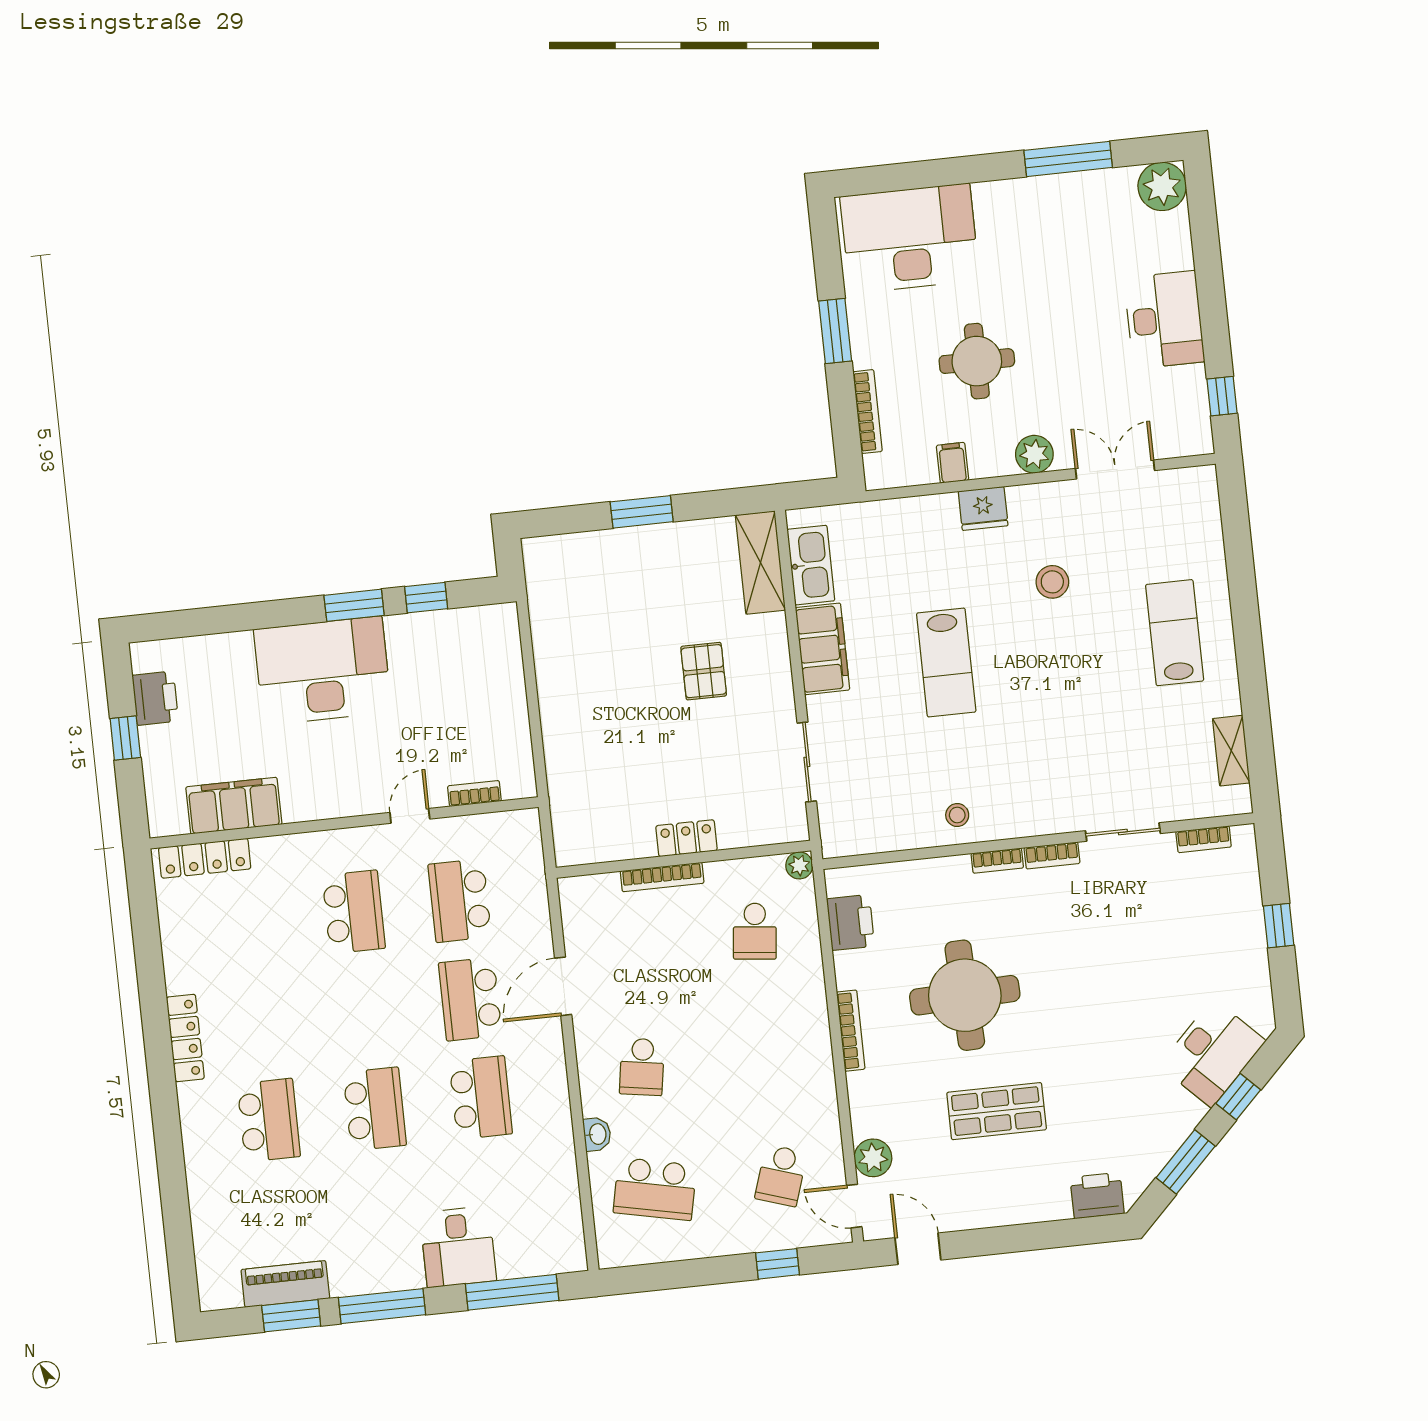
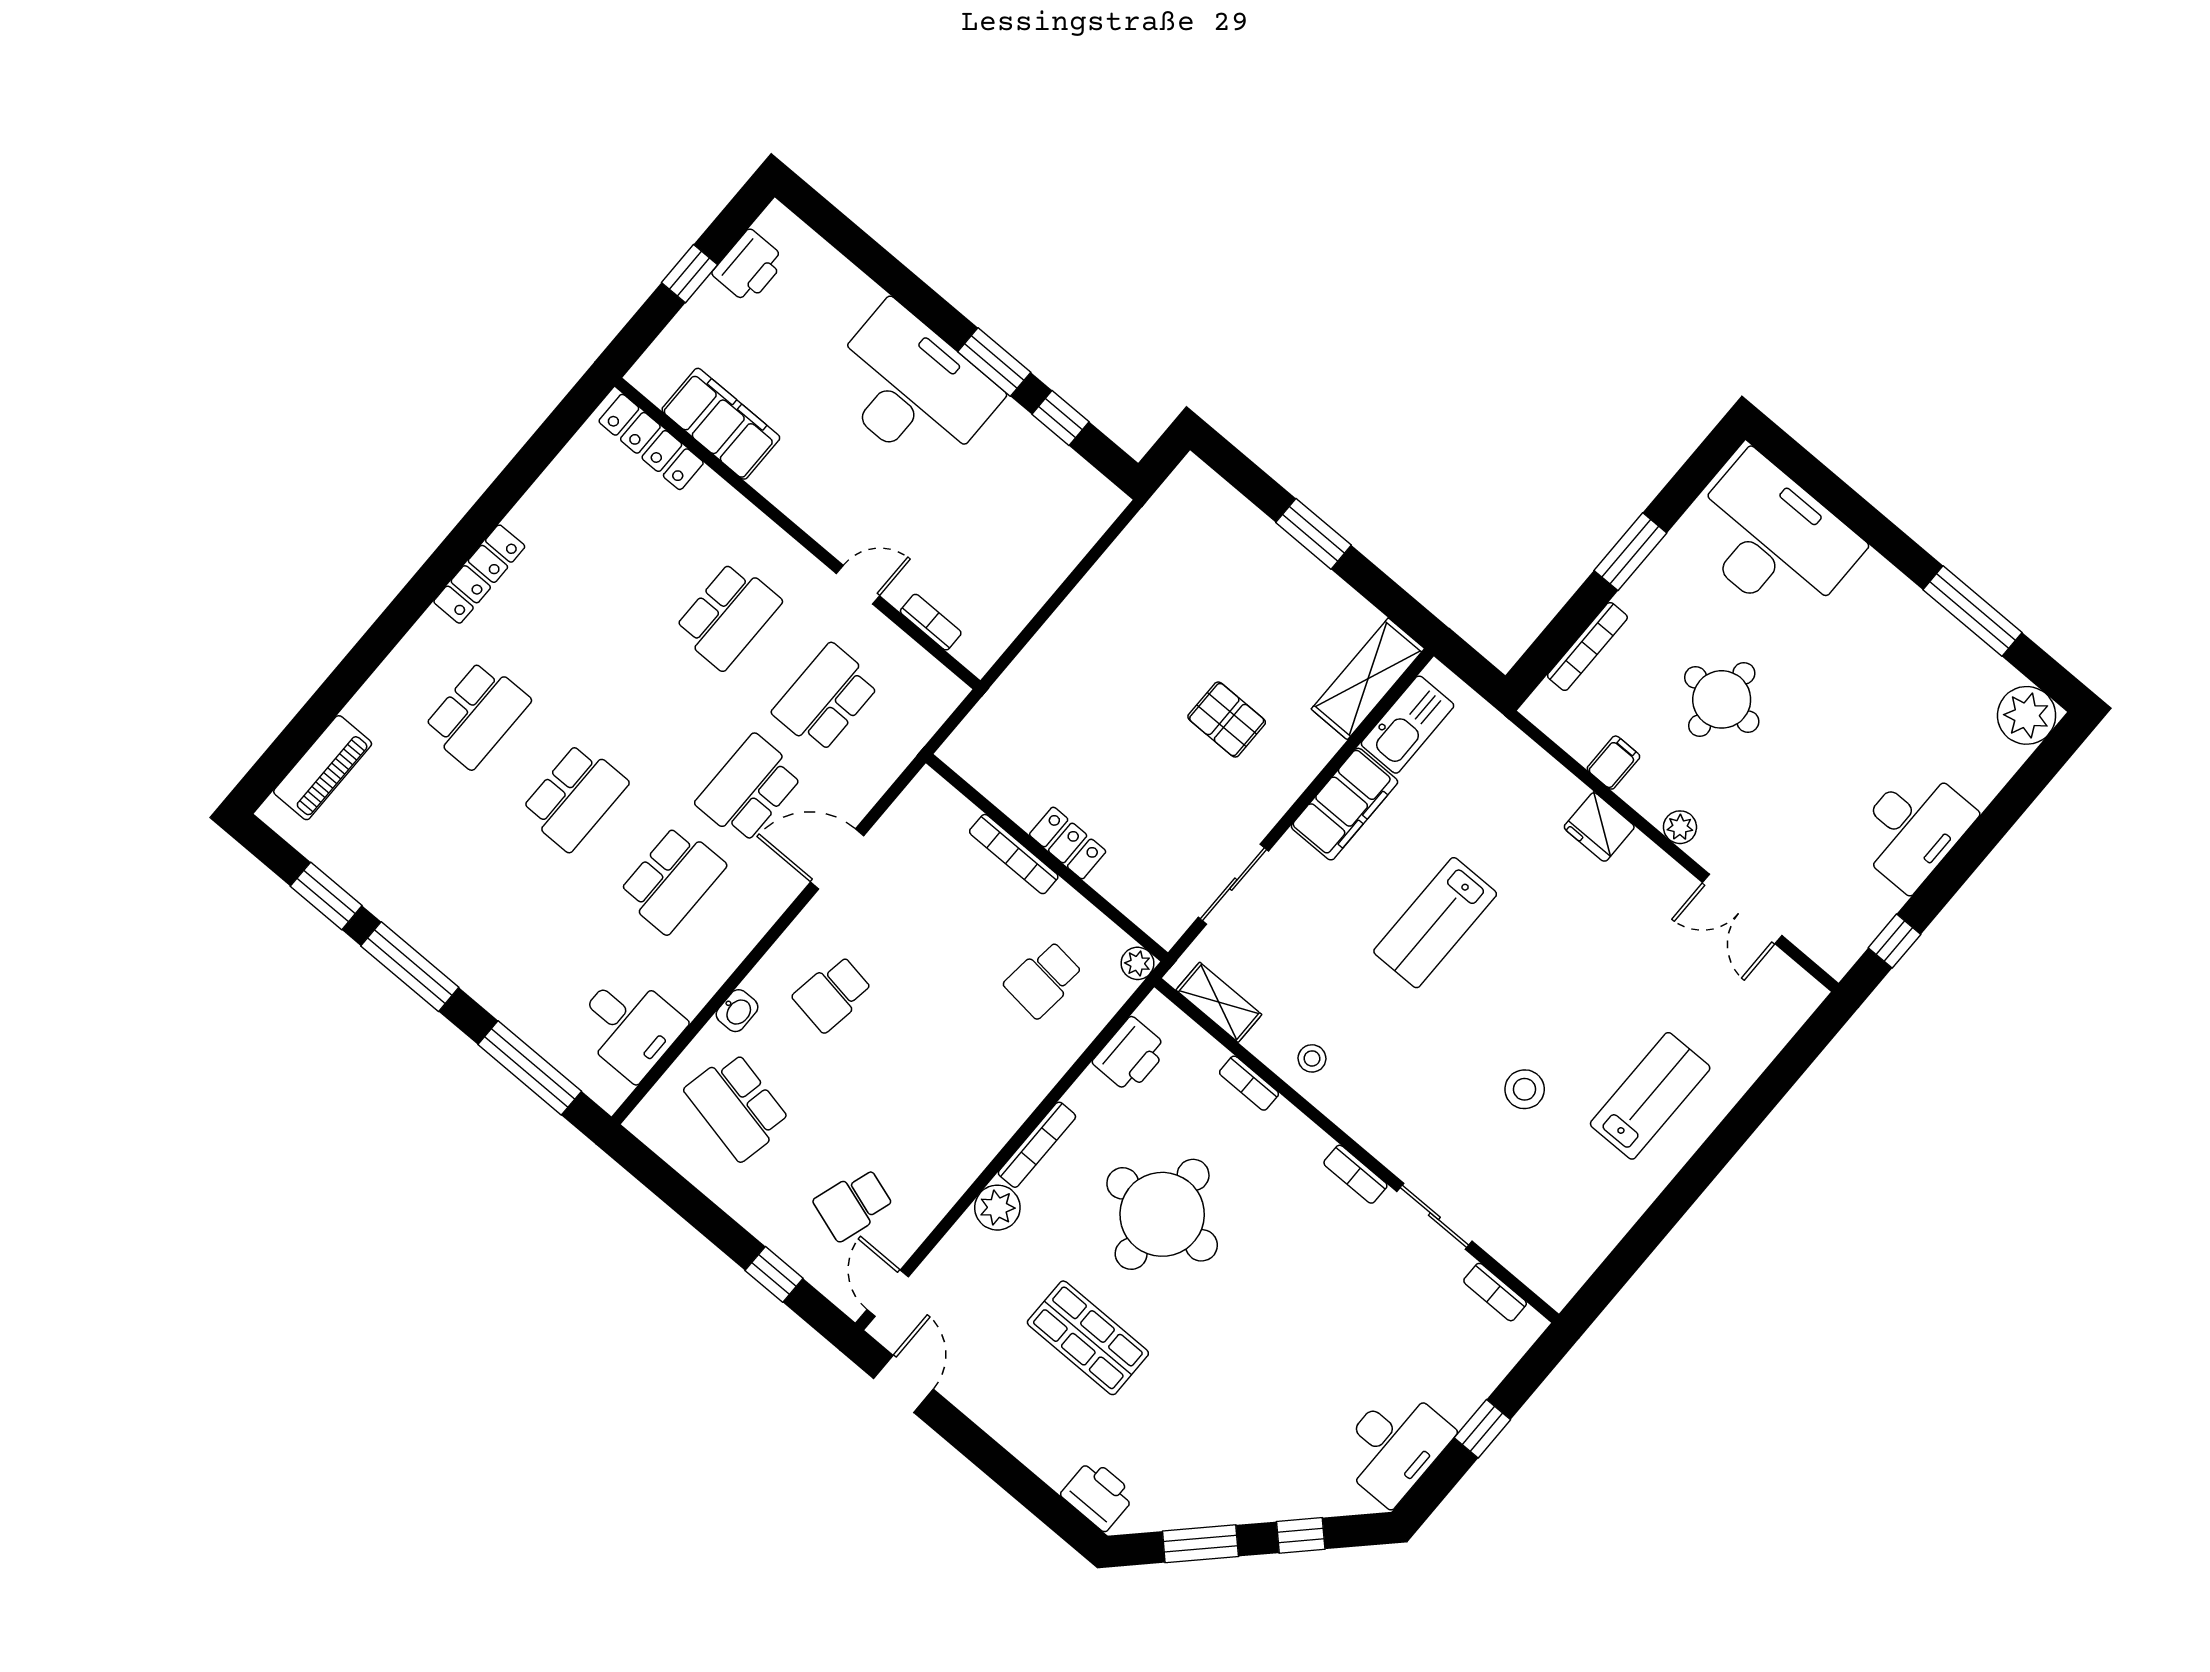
plant: (1034, 454) -> (1680, 827), width x0.73, depth x0.73
double door: (1115, 469) -> (1742, 909), swing flipped
stool: (1052, 582) -> (1525, 1089), moved
pallet: (704, 671) -> (1227, 720), turned 90
shelving: (1231, 751) -> (1219, 1002), moved, turned 90
bookcase: (997, 861) -> (1249, 1083), moved
desk: (1212, 1053) -> (1394, 1445), moved, turned -45
plant: (873, 1158) -> (997, 1208), moved
desk: (458, 1247) -> (629, 1026), moved, turned -90
piano: (285, 1284) -> (323, 768), moved, turned 90

